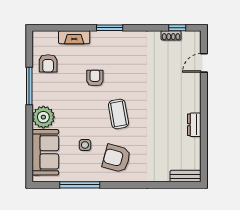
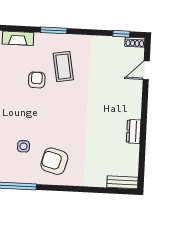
shoe rack: (171, 35) -> (135, 42), moved
coffee table: (118, 114) -> (63, 67), moved

